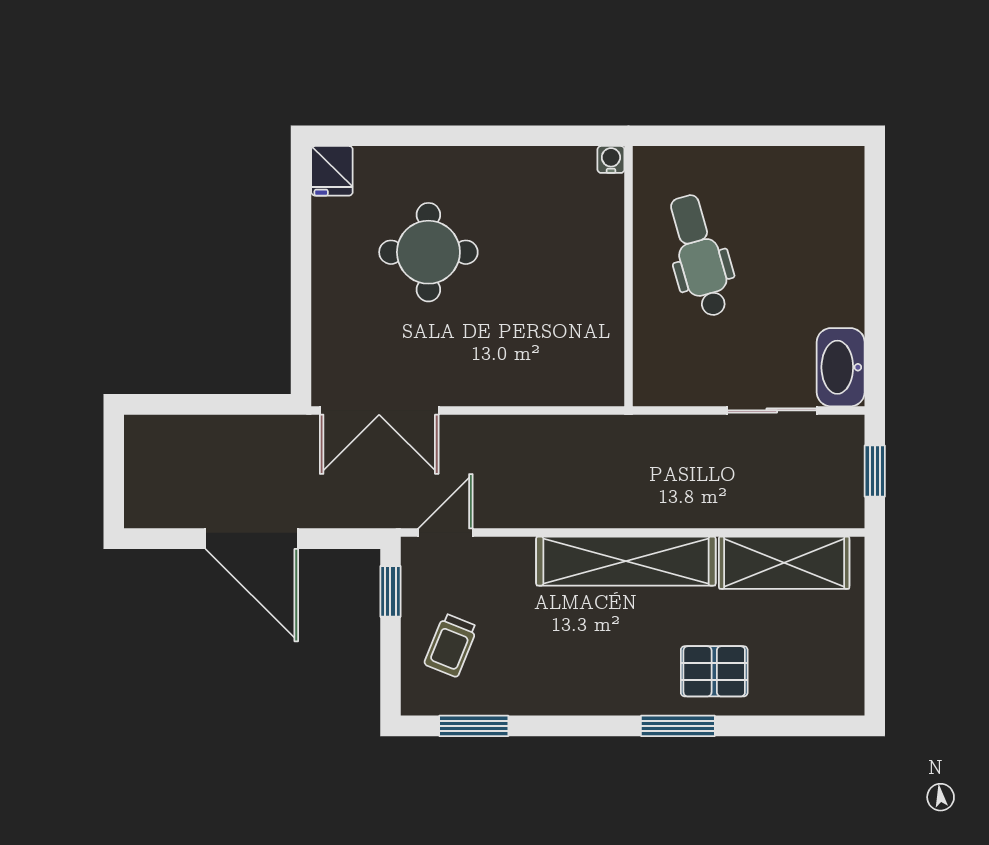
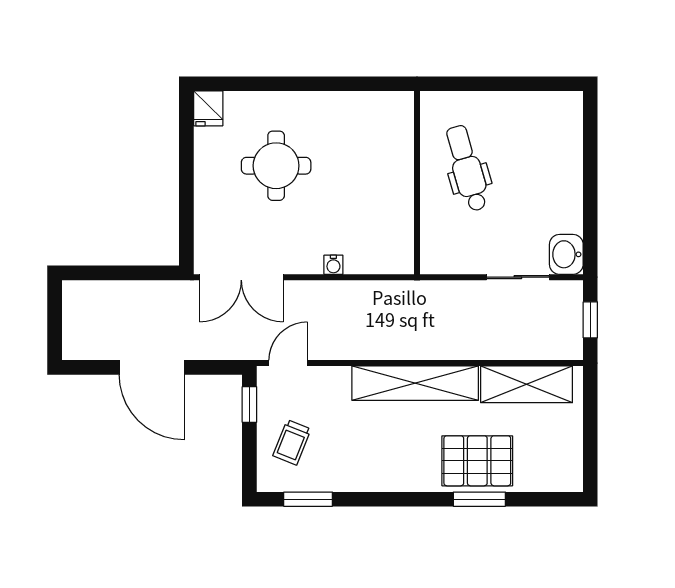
water cooler: (611, 159) -> (333, 265), moved, turned 180
washbasin: (841, 367) -> (566, 254), width x0.72
pallet: (714, 671) -> (477, 461), width x1.50, depth x1.42
window: (678, 726) -> (479, 499), moved

